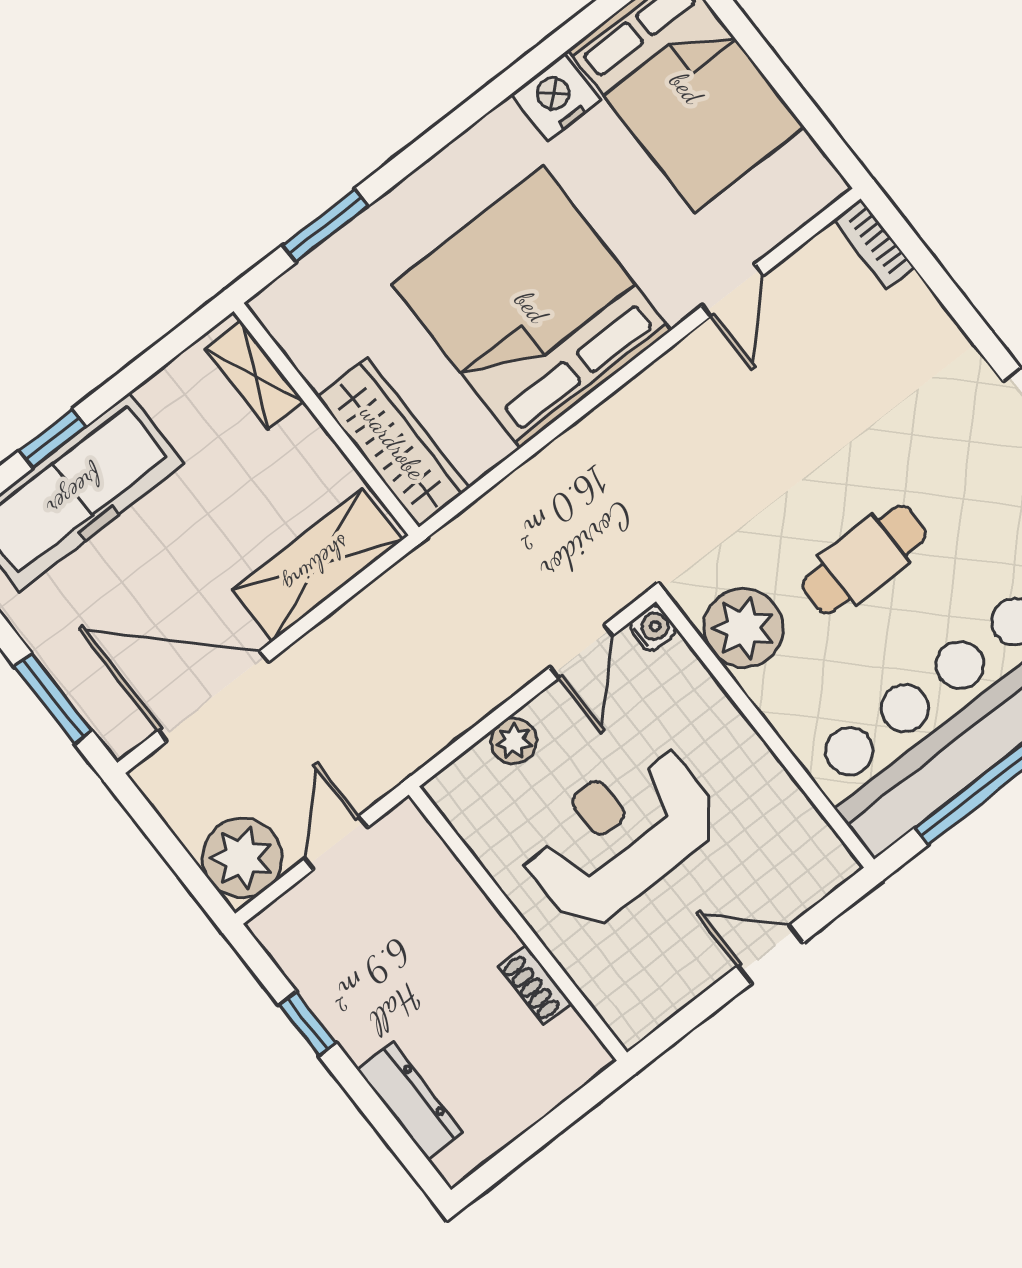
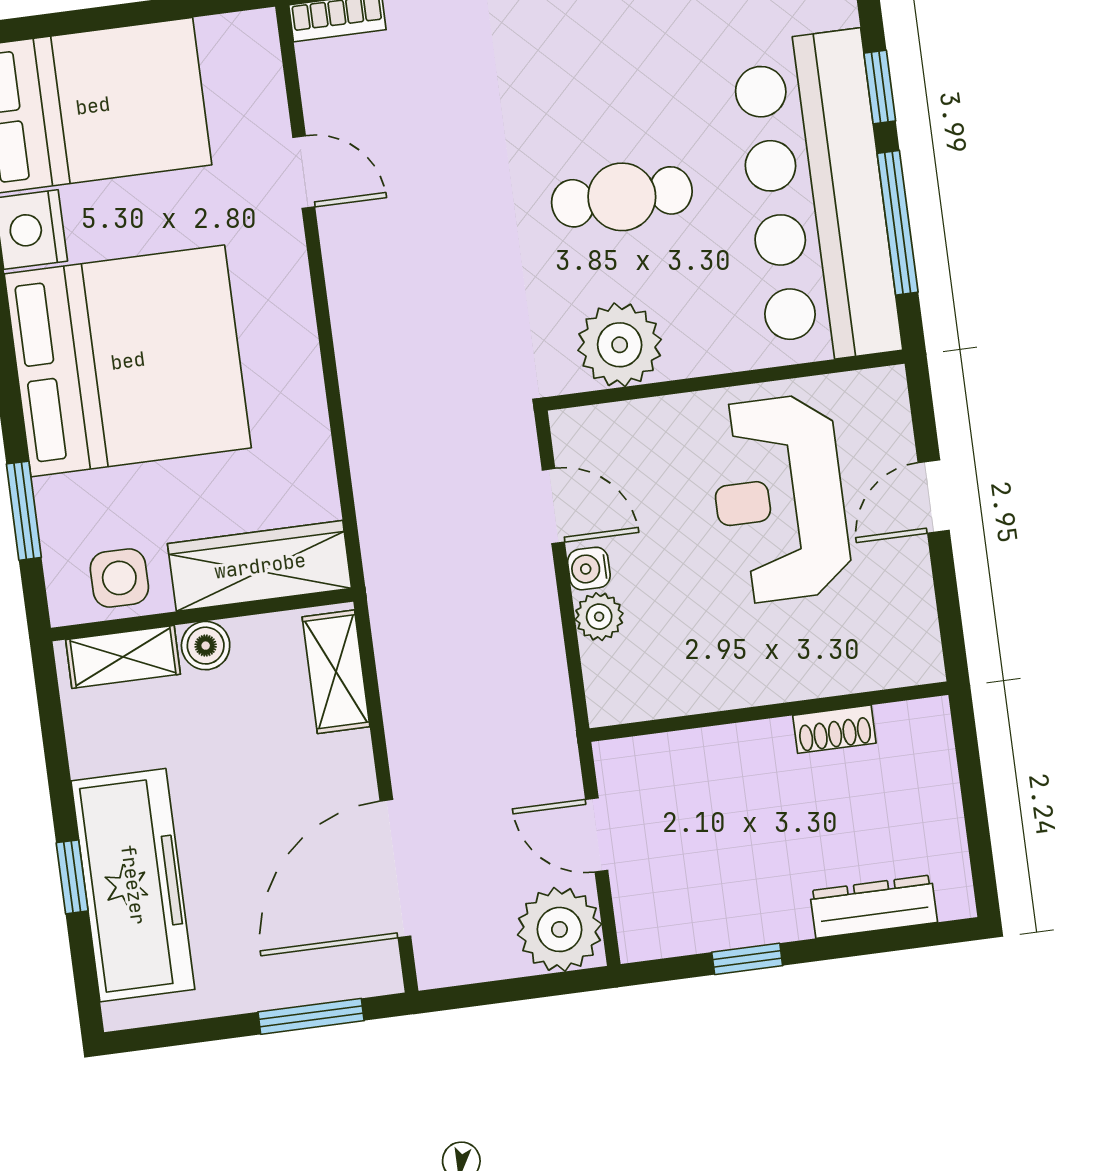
bed: (531, 307) -> (128, 361), moved, turned 180
side table: (317, 335) -> (119, 578), added
boiler: (303, 437) -> (206, 646), added
cafe table: (864, 559) -> (622, 197), turned 90
shelving: (317, 565) -> (336, 672), width x0.67, depth x0.75
water cooler: (653, 628) -> (589, 569), moved, turned -90
reception desk: (620, 835) -> (779, 499), moved

